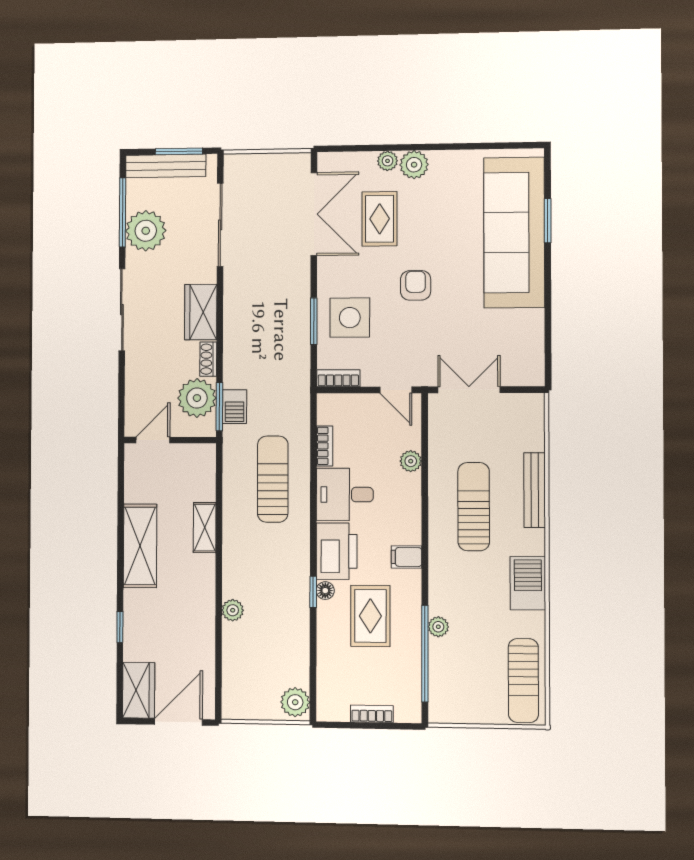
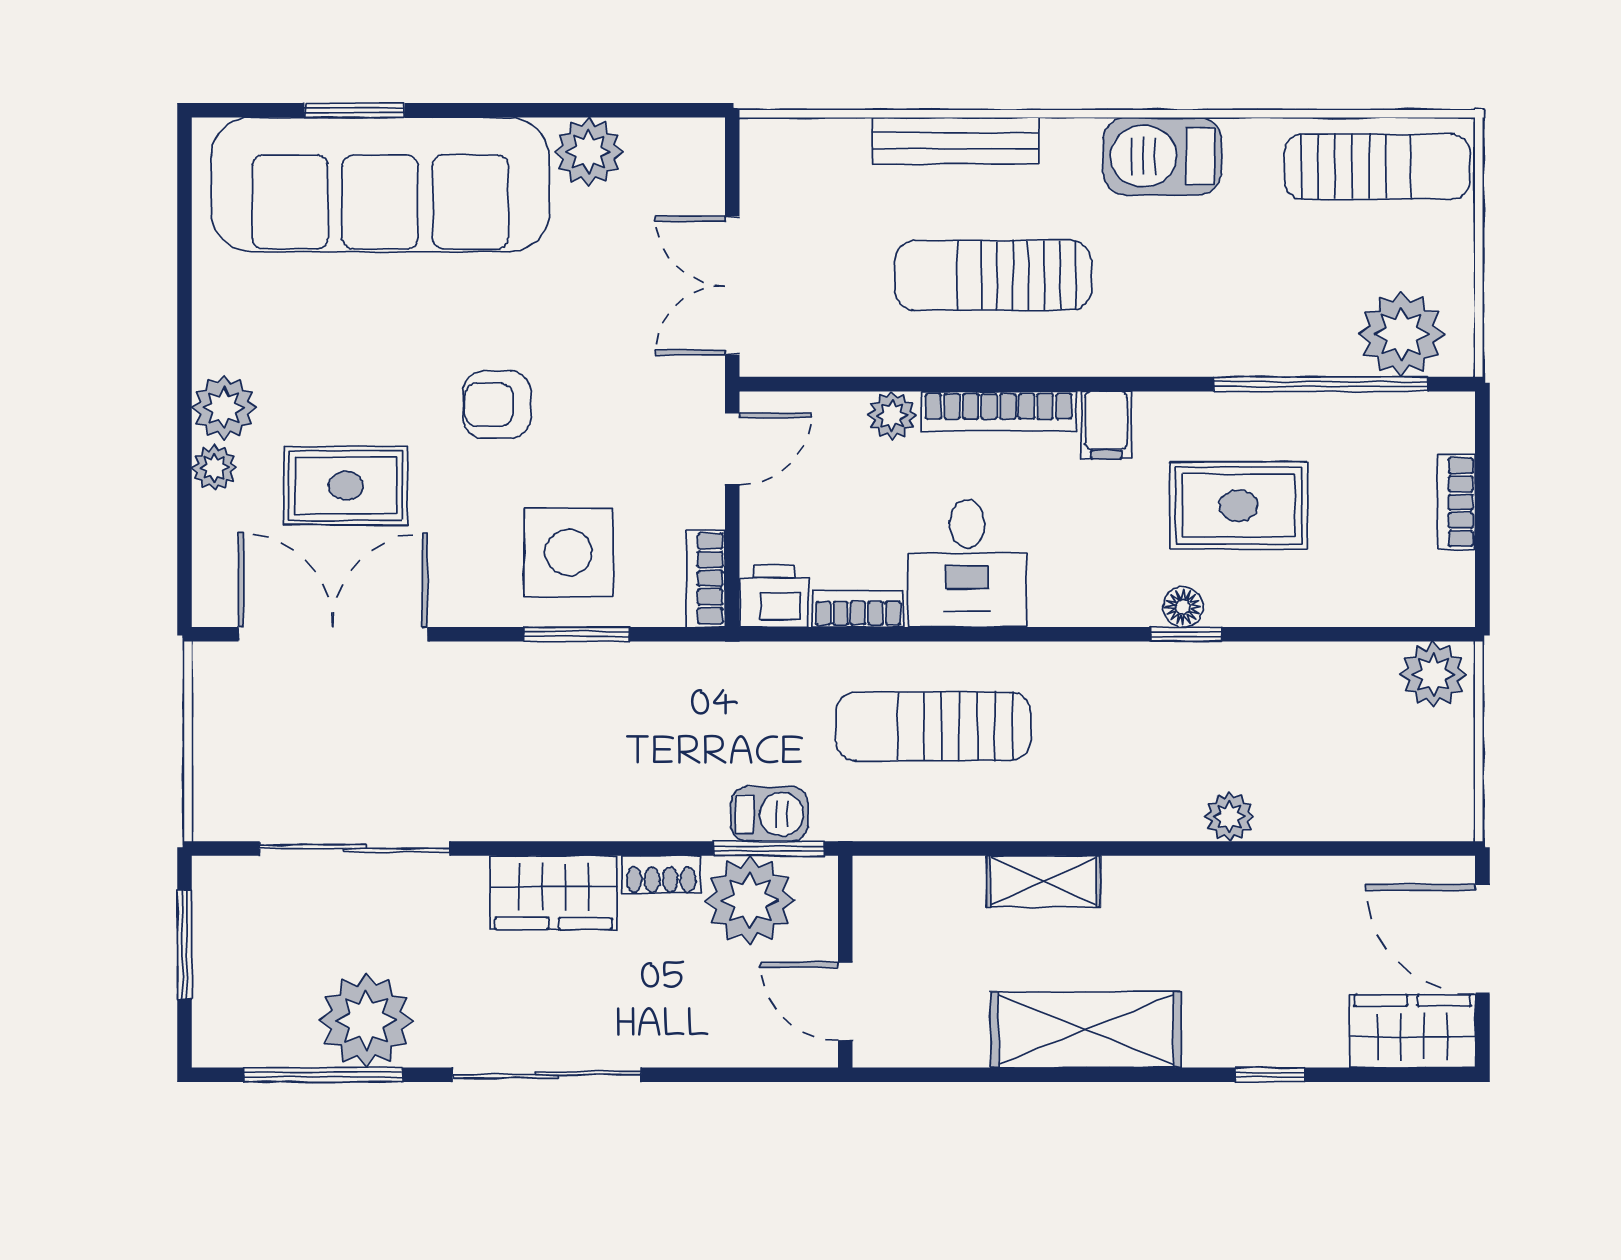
bench: (166, 166) -> (218, 975), removed
plant: (529, 325) -> (588, 152), added
bookcase: (413, 509) -> (999, 411), added
printer: (337, 551) -> (774, 596), moved, width x0.53, depth x0.68
plant: (438, 627) -> (1401, 334), moved, width x1.87, depth x1.87

